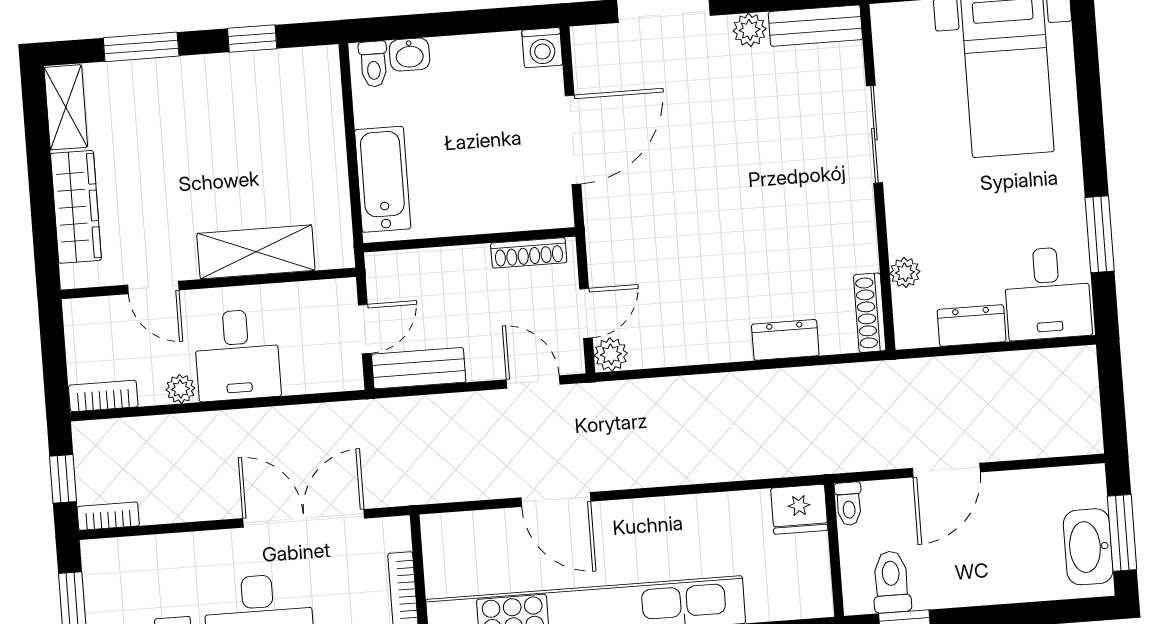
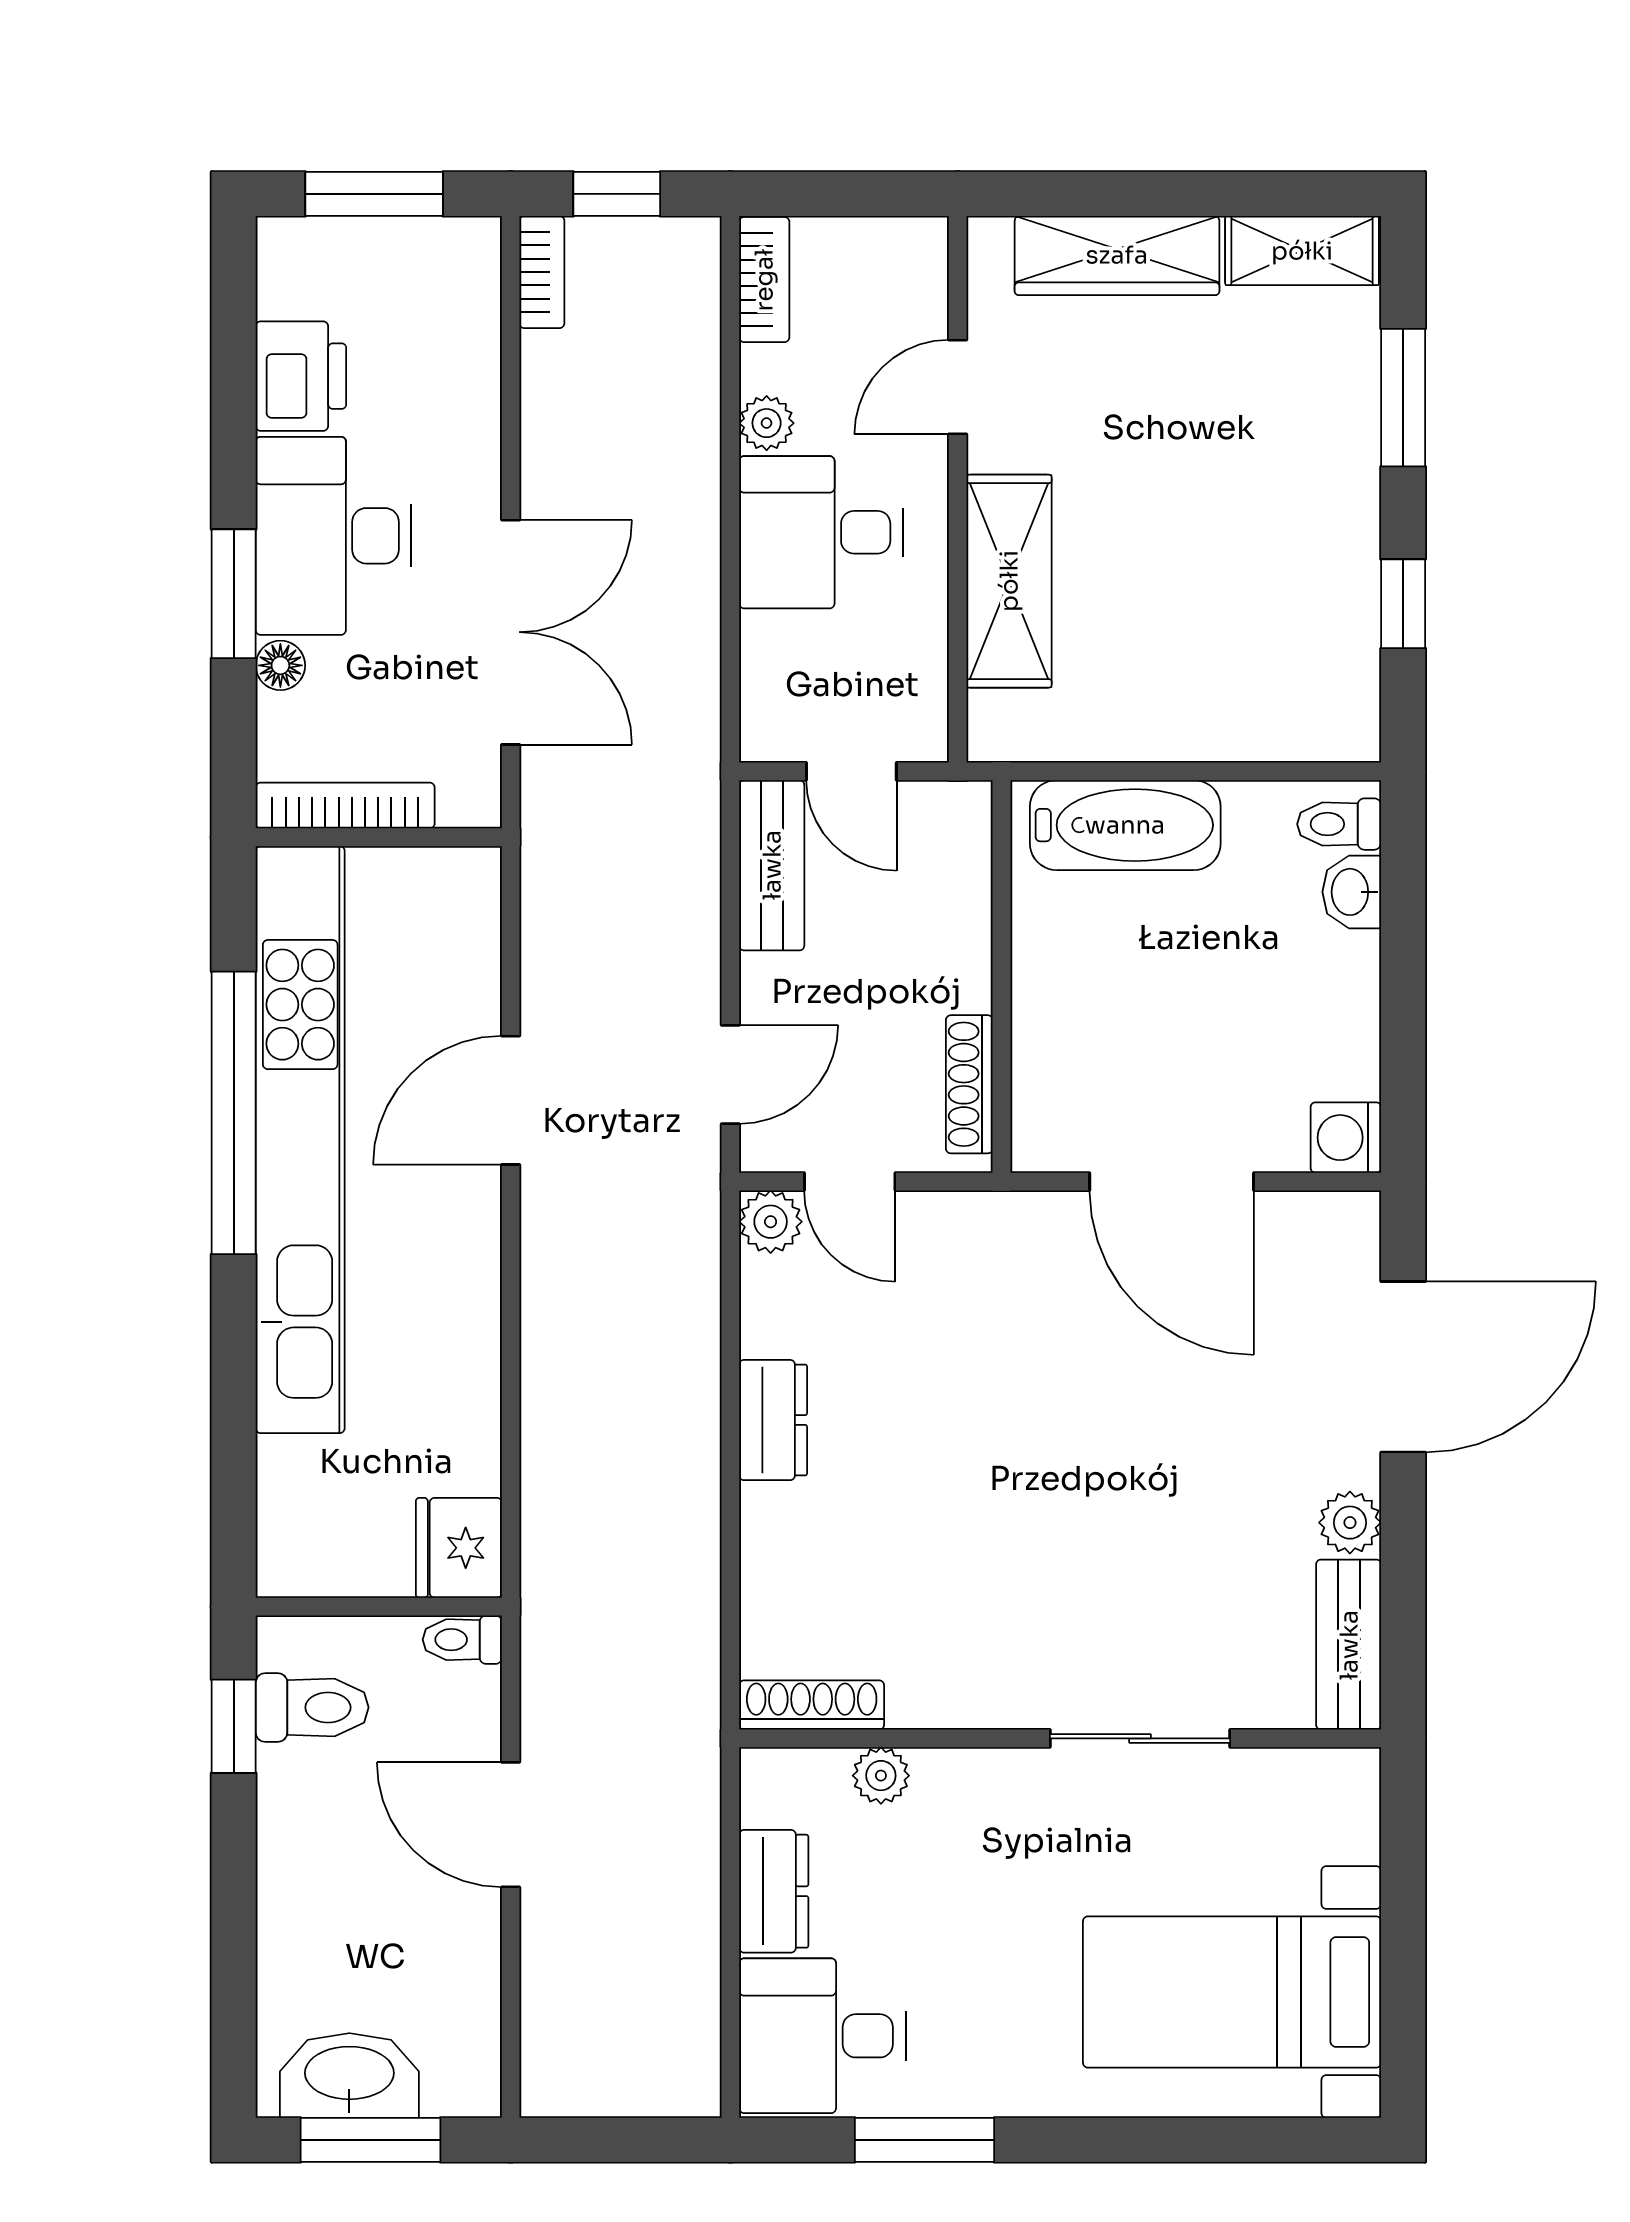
dresser: (785, 340) -> (773, 1420), moved

